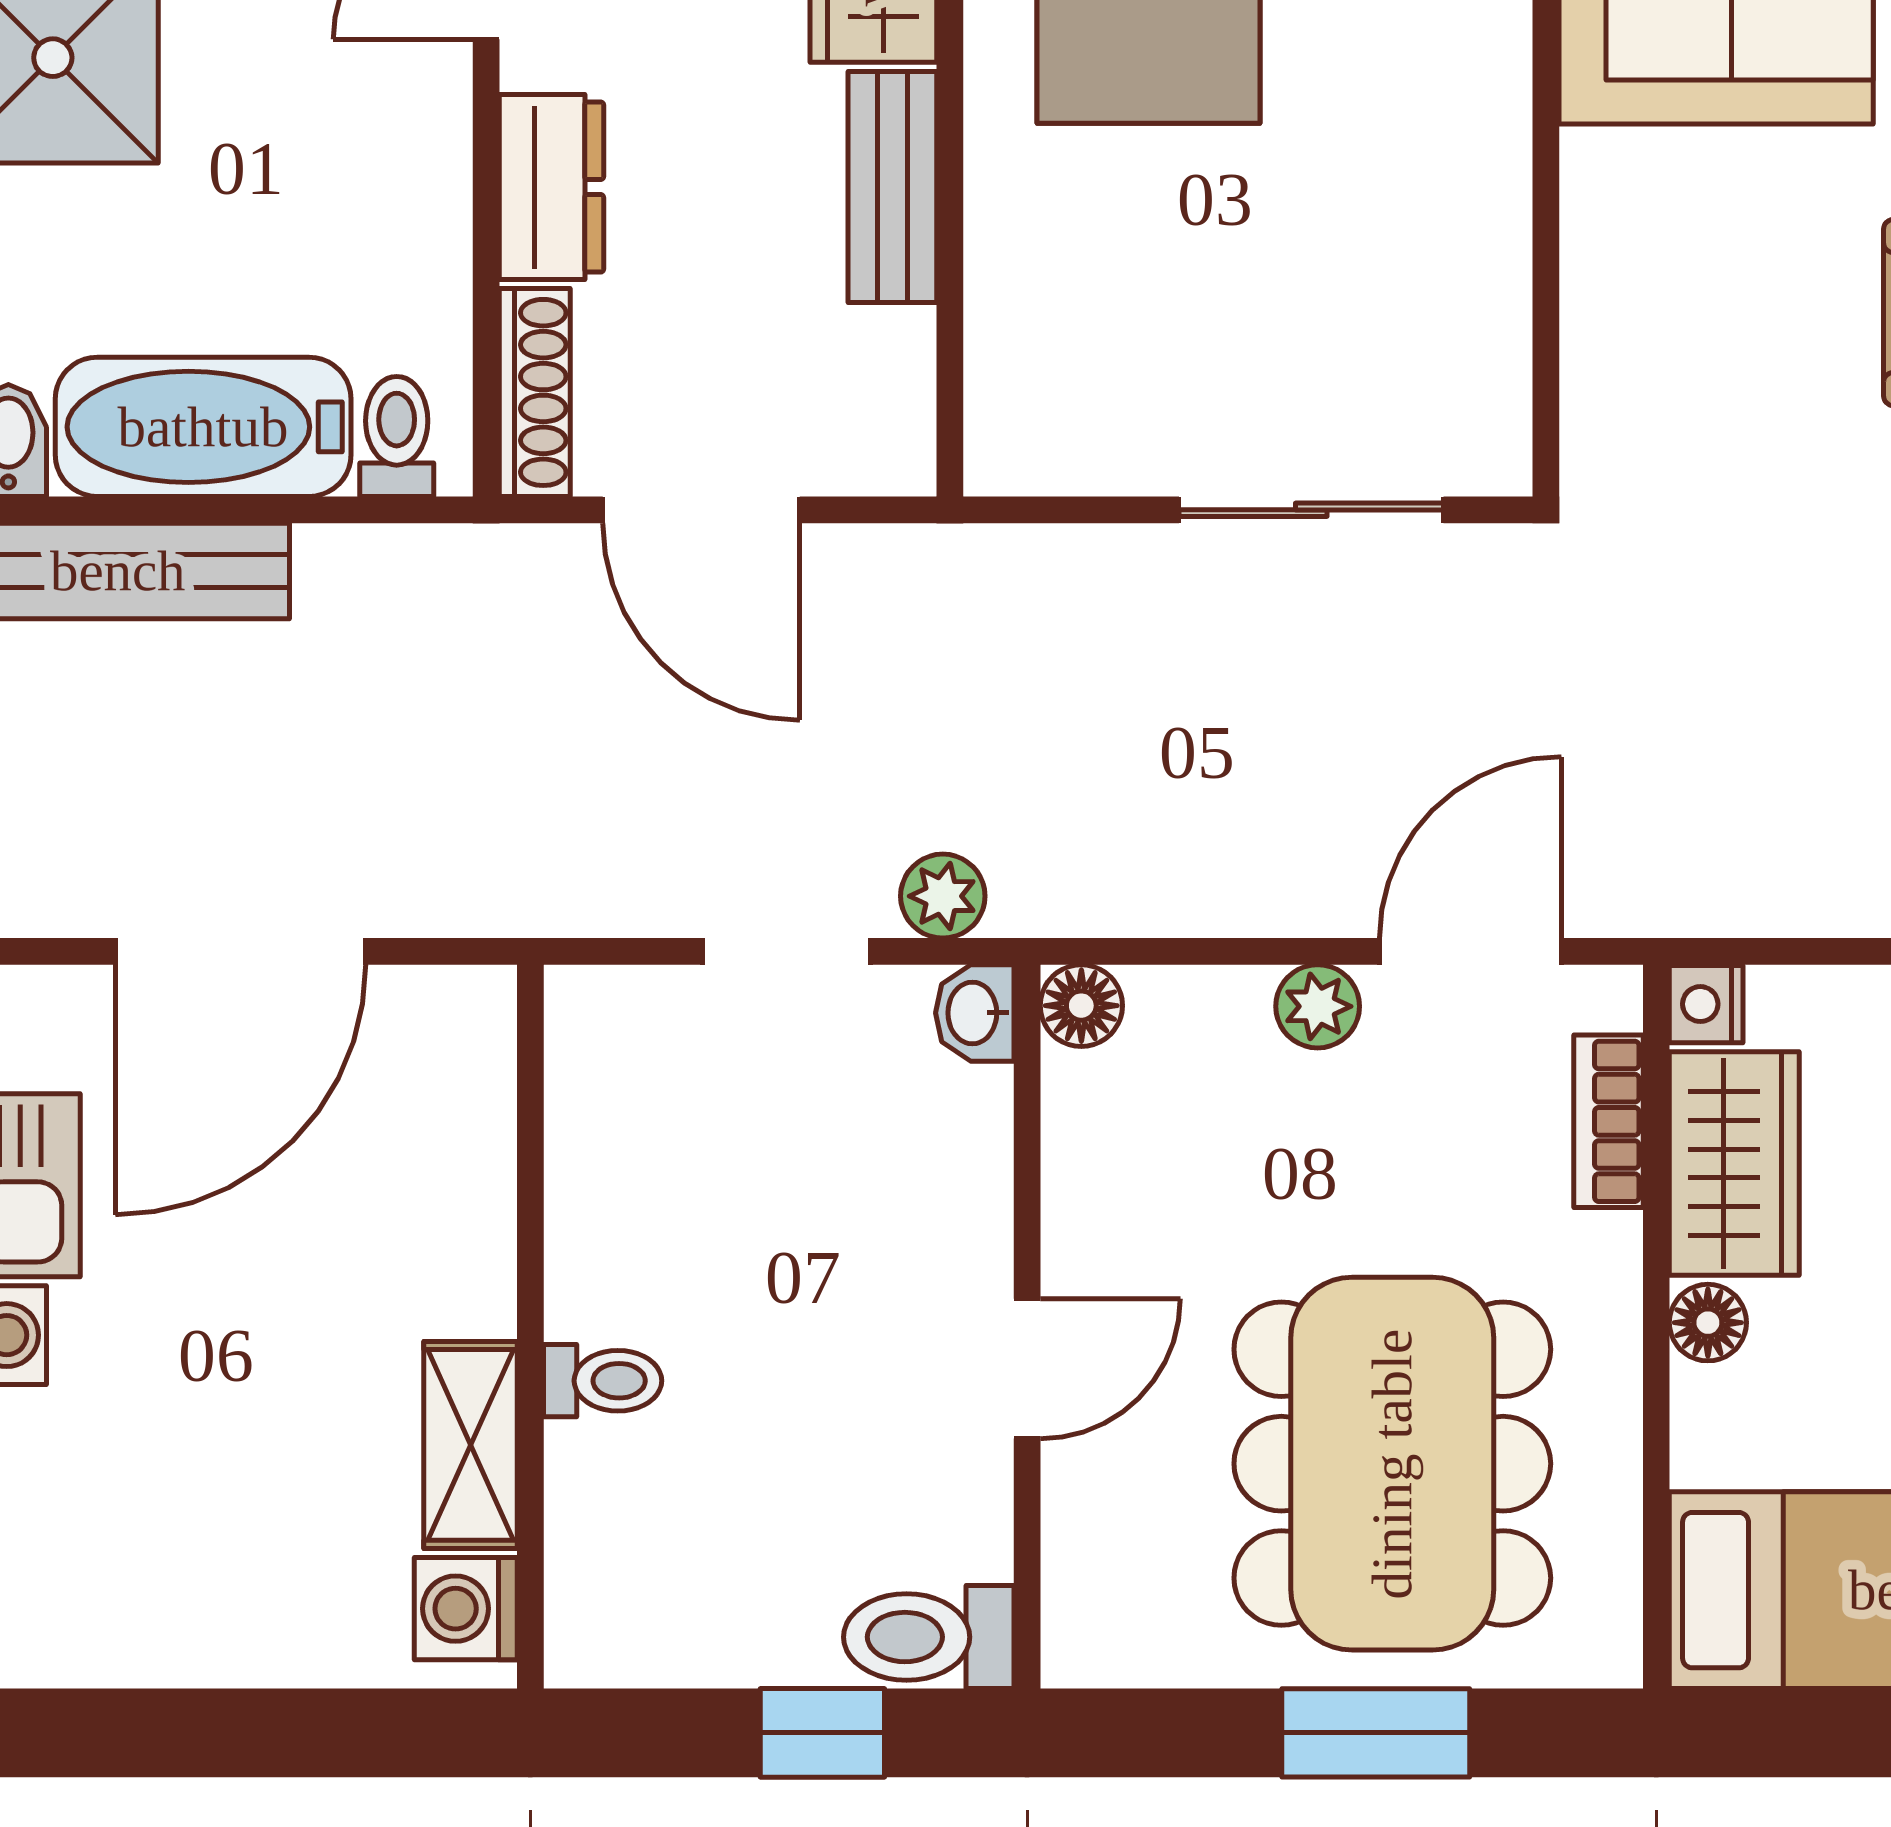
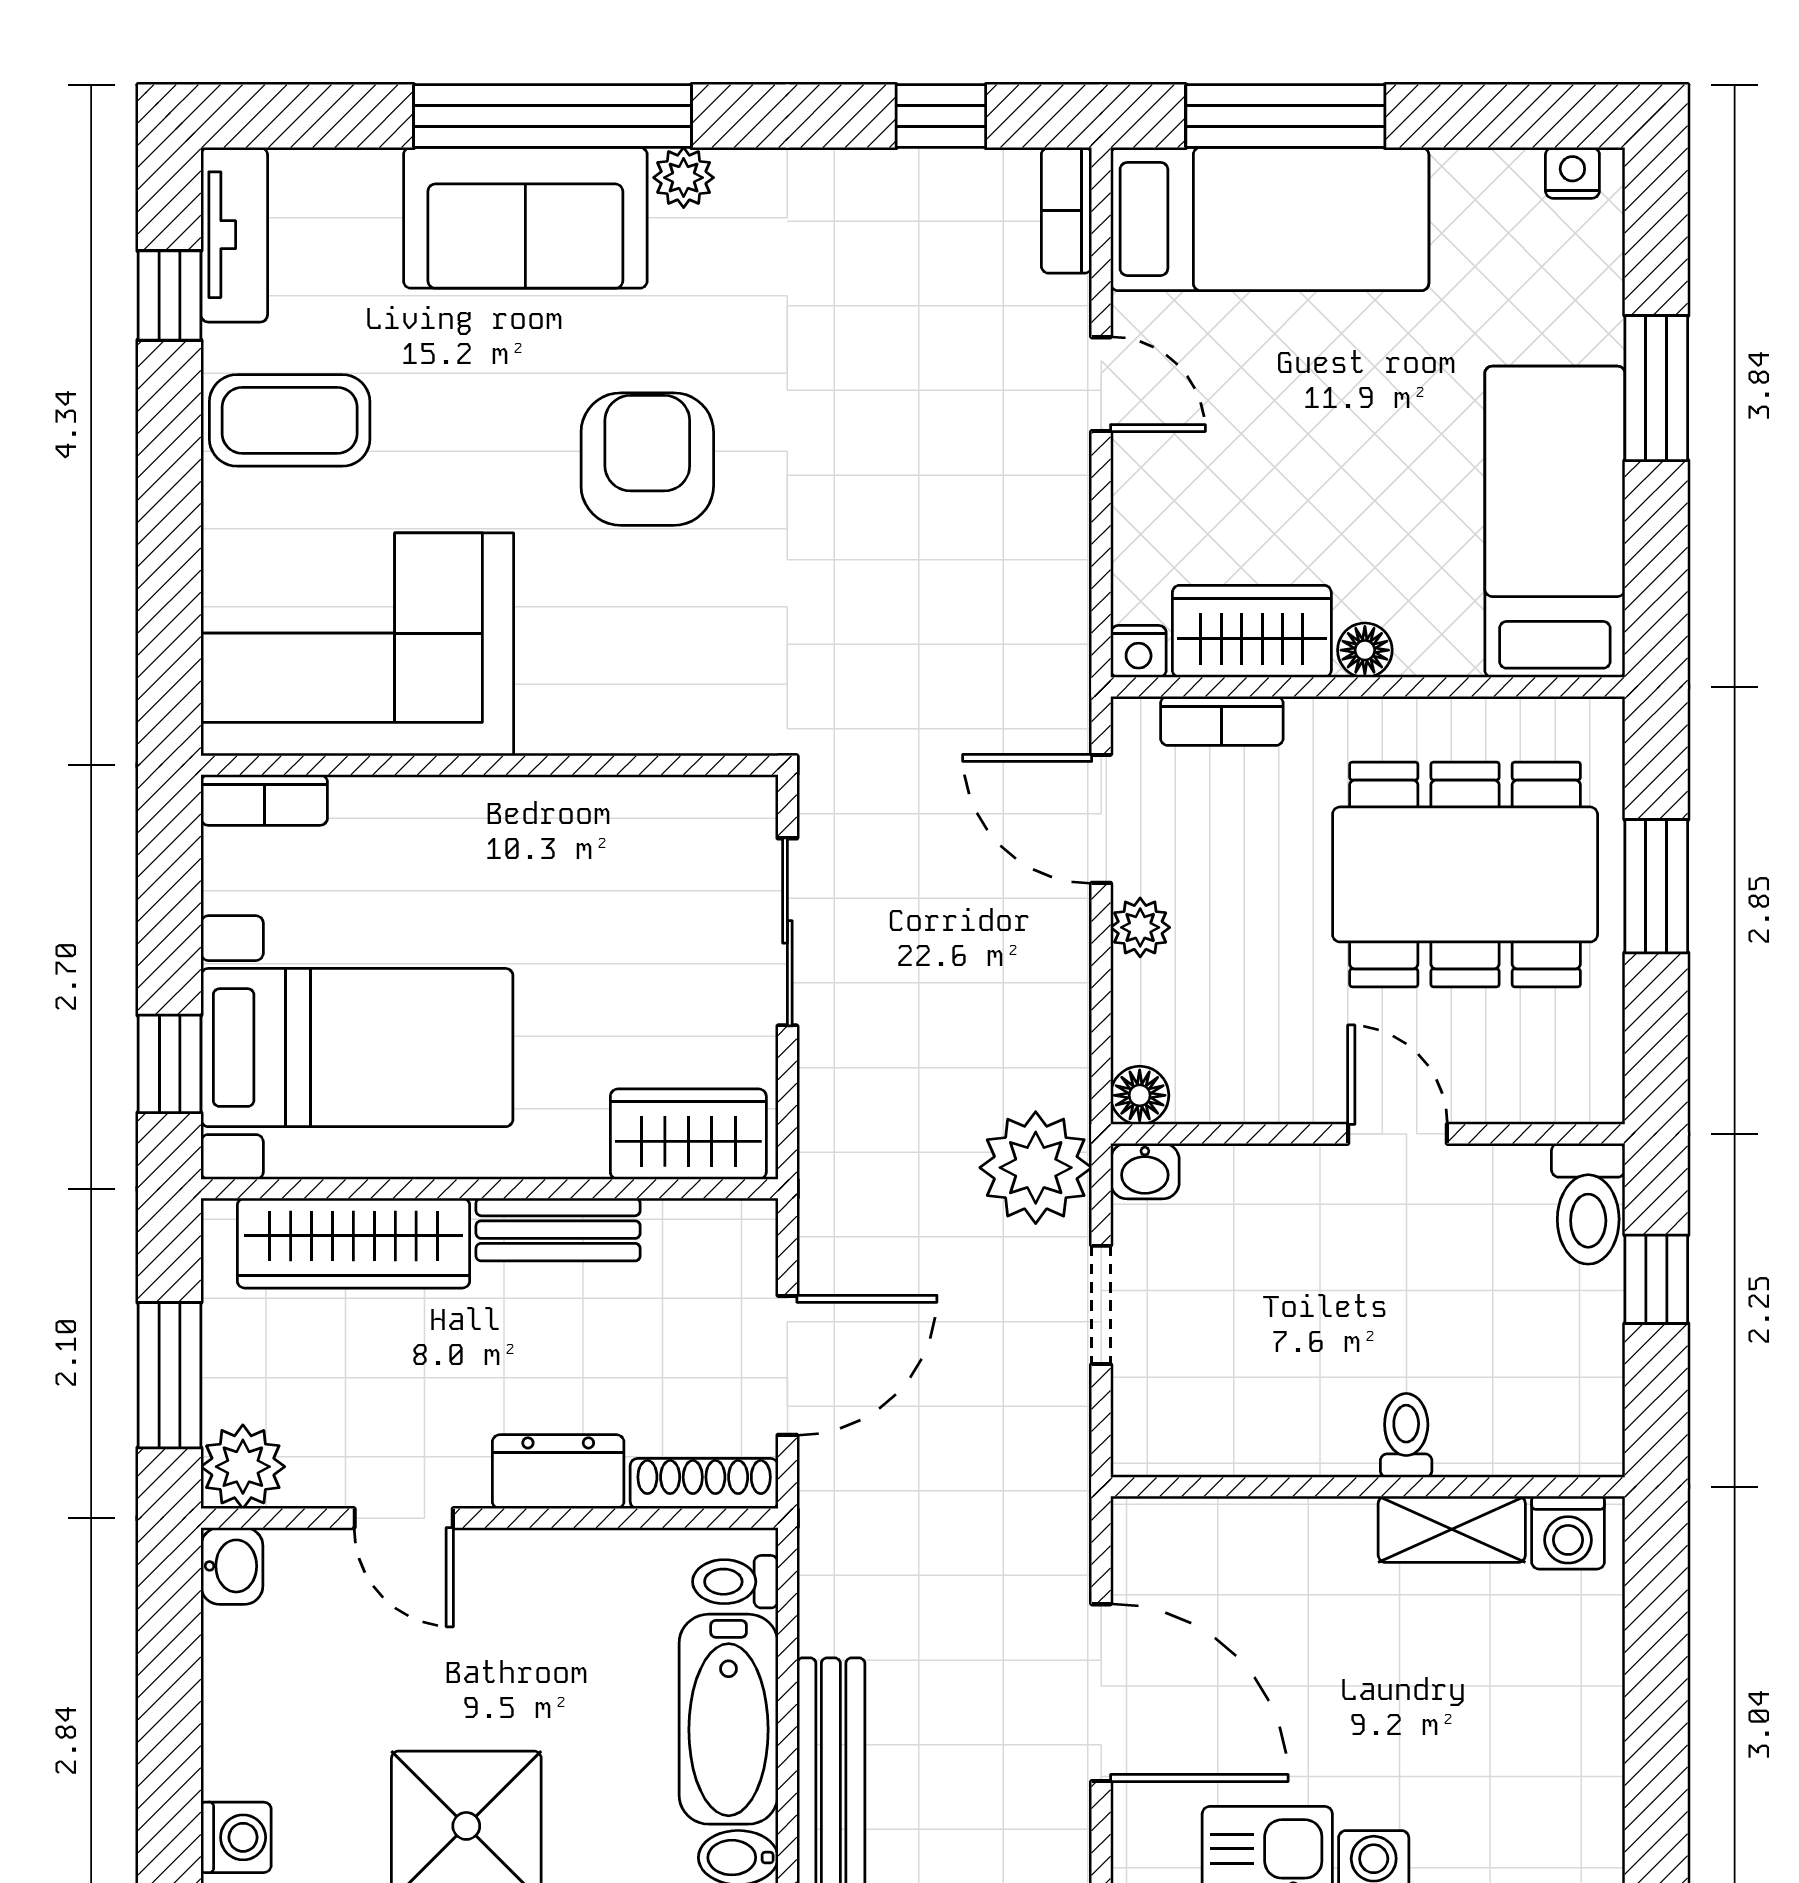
wardrobe: (1027, 370) -> (688, 1134), added
plant: (943, 896) -> (1036, 1168), width x1.88, depth x1.88

